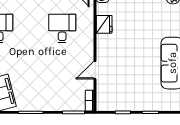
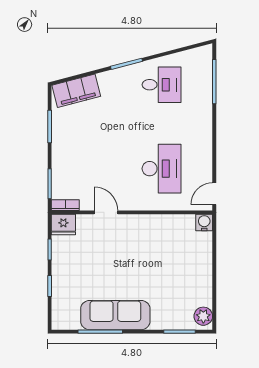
fridge: (104, 24) -> (63, 224), moved
desk: (62, 28) -> (161, 169), width x1.37

